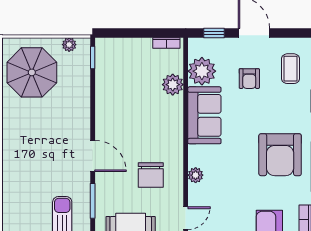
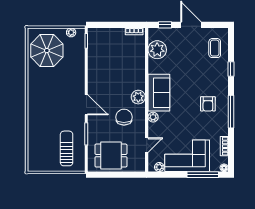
armchair: (249, 79) -> (188, 54), removed
plant: (173, 85) -> (138, 97), moved
sofa: (204, 115) -> (159, 93), moved
armchair: (280, 155) -> (208, 104), width x0.53, depth x0.53
chair: (151, 175) -> (124, 117), turned 180

